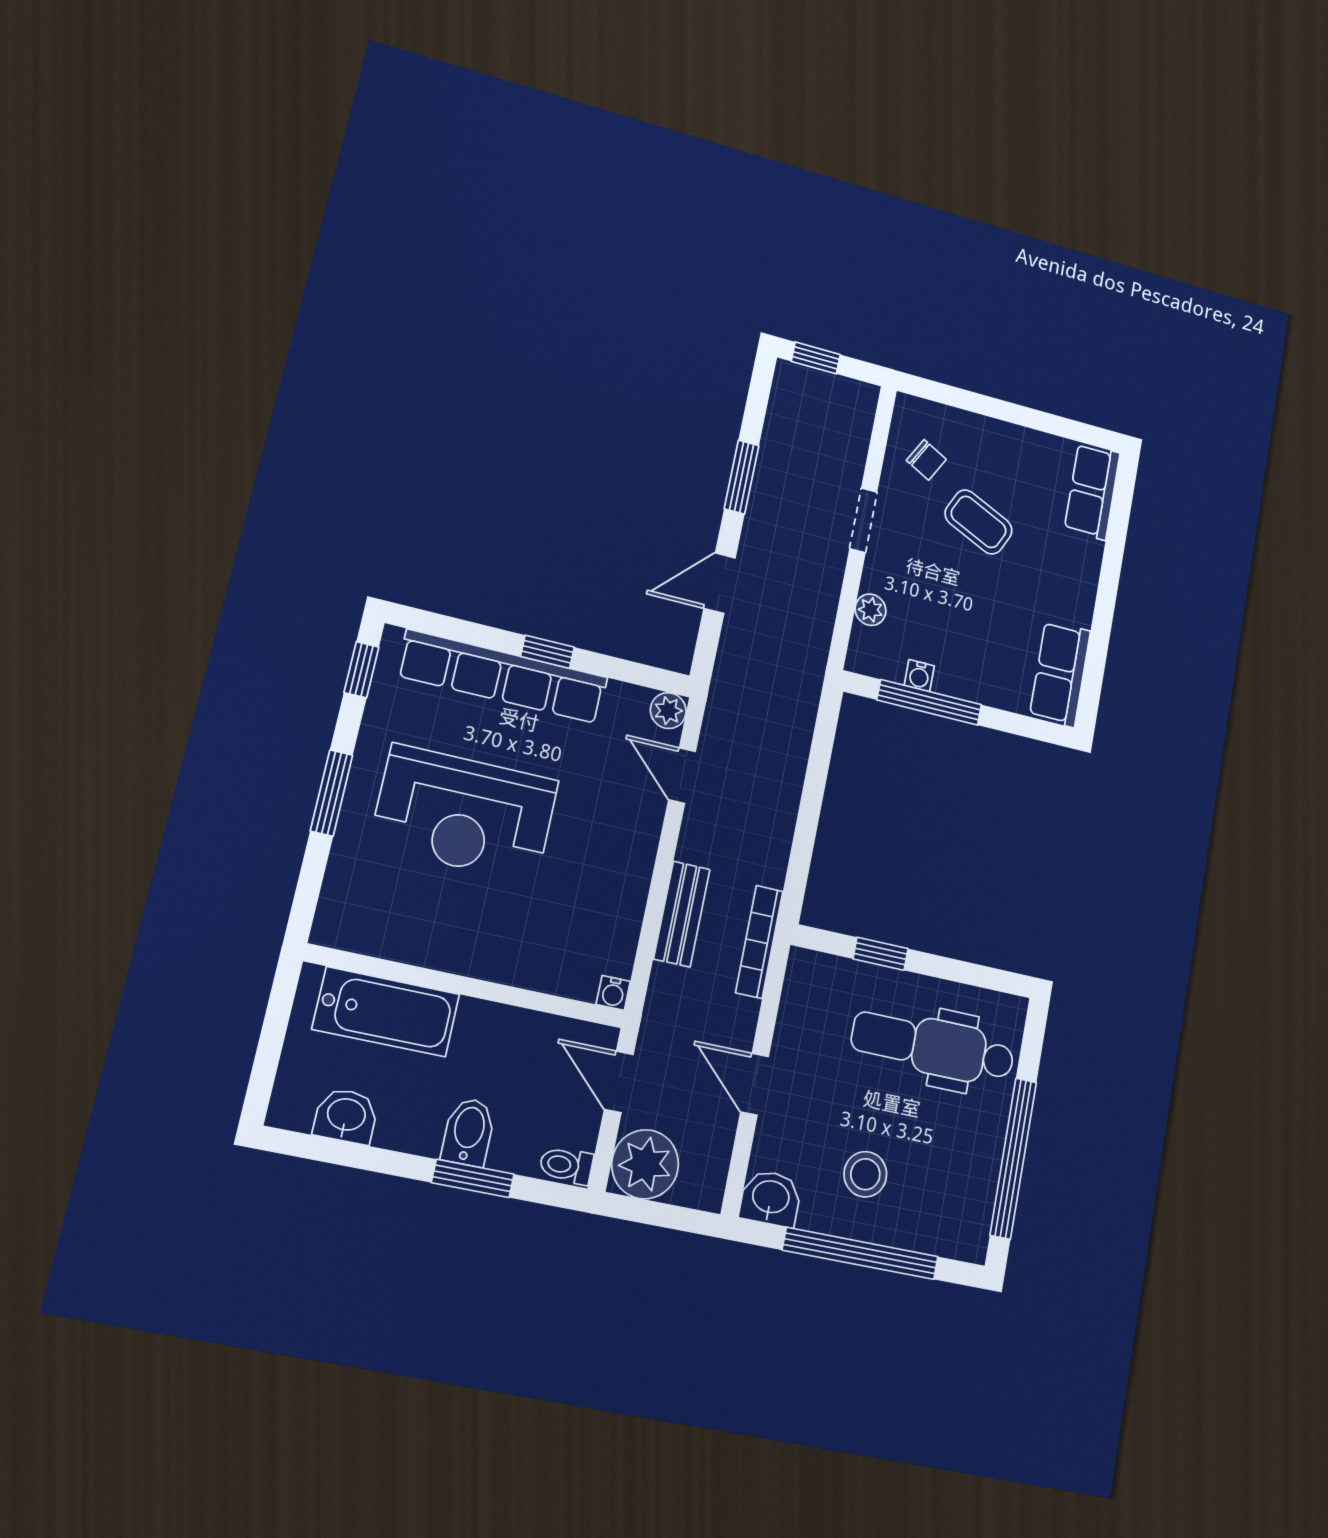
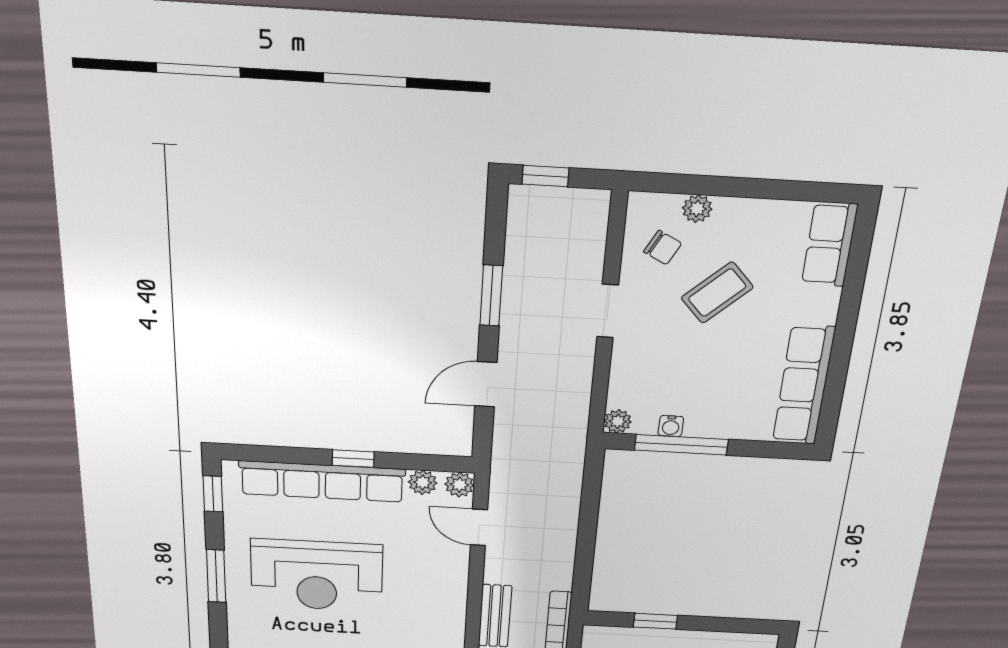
plant: (964, 425) -> (697, 209), added
coffee table: (979, 522) -> (717, 293), turned -68
plant: (870, 610) -> (618, 421), moved
row of seats: (1060, 674) -> (804, 385), width x1.48
plant: (625, 700) -> (423, 482), added

